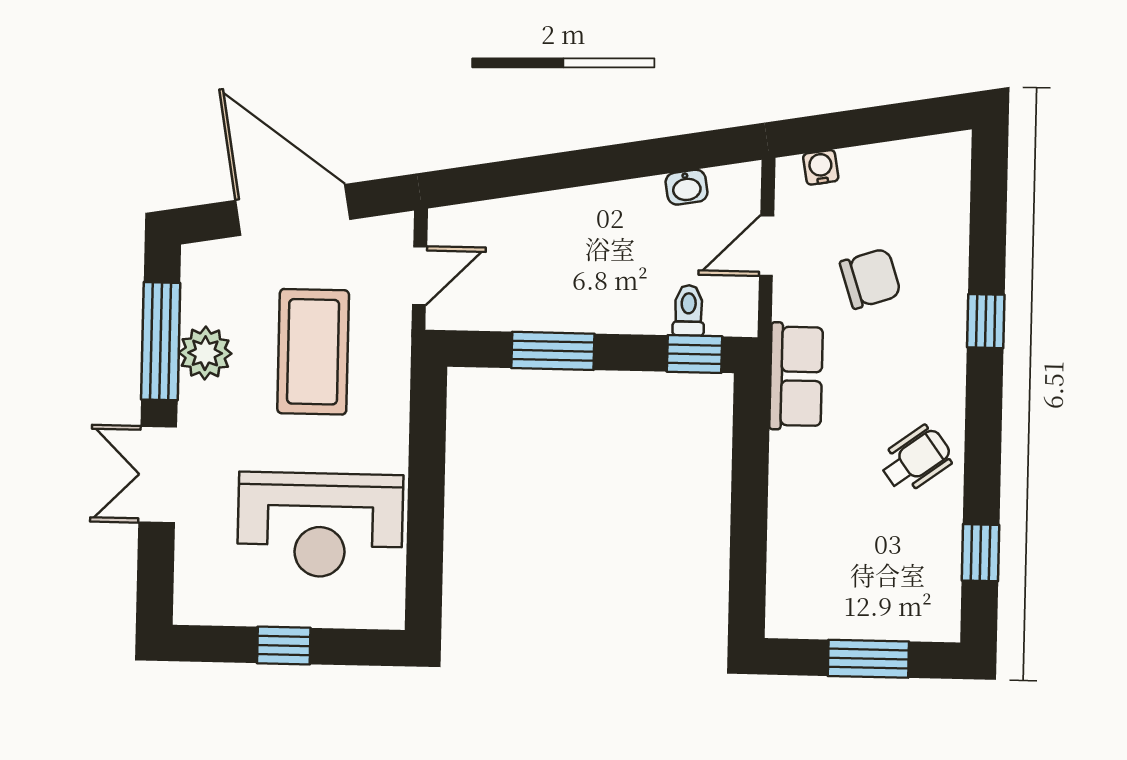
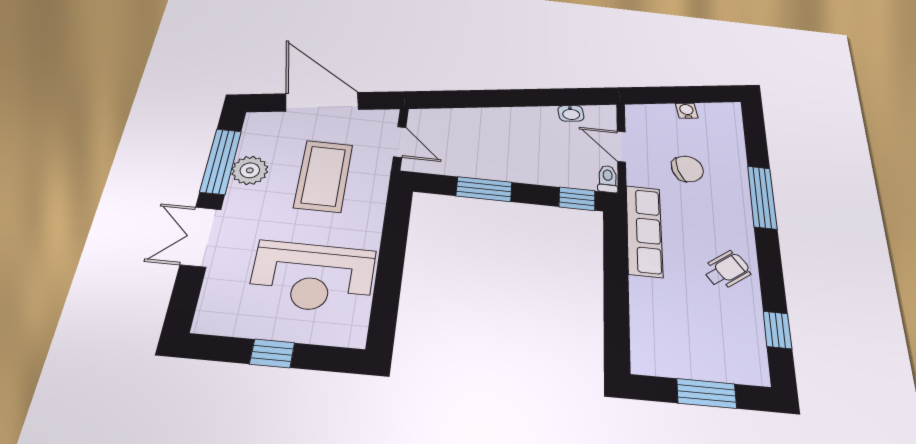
water cooler: (821, 167) -> (687, 111), moved
door: (767, 246) -> (621, 147), hinge flipped
door: (420, 276) -> (400, 142), hinge flipped
toilet: (689, 310) -> (608, 179), moved
window: (986, 321) -> (762, 197), width x2.17
row of seats: (796, 376) -> (644, 231), width x1.48

